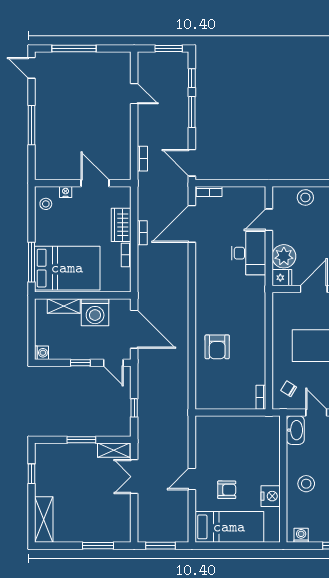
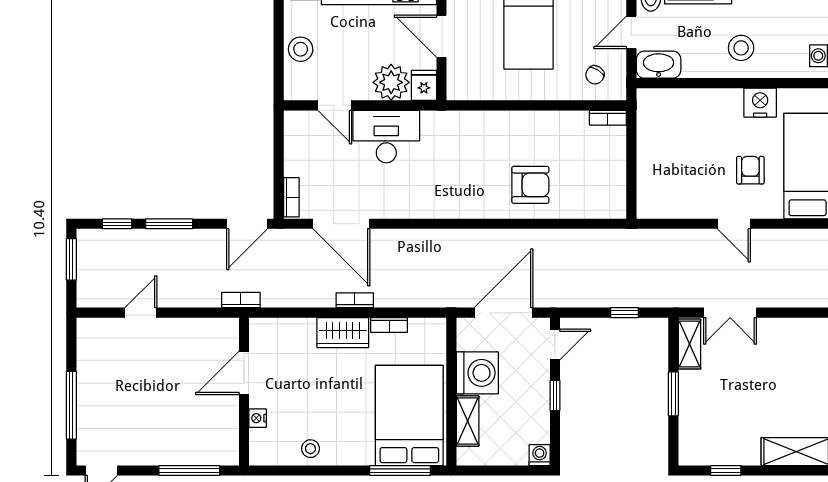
wall: (83, 183) -> (244, 392), moved
door: (95, 183) -> (244, 373), moved
nightstand: (66, 192) -> (258, 418), moved

